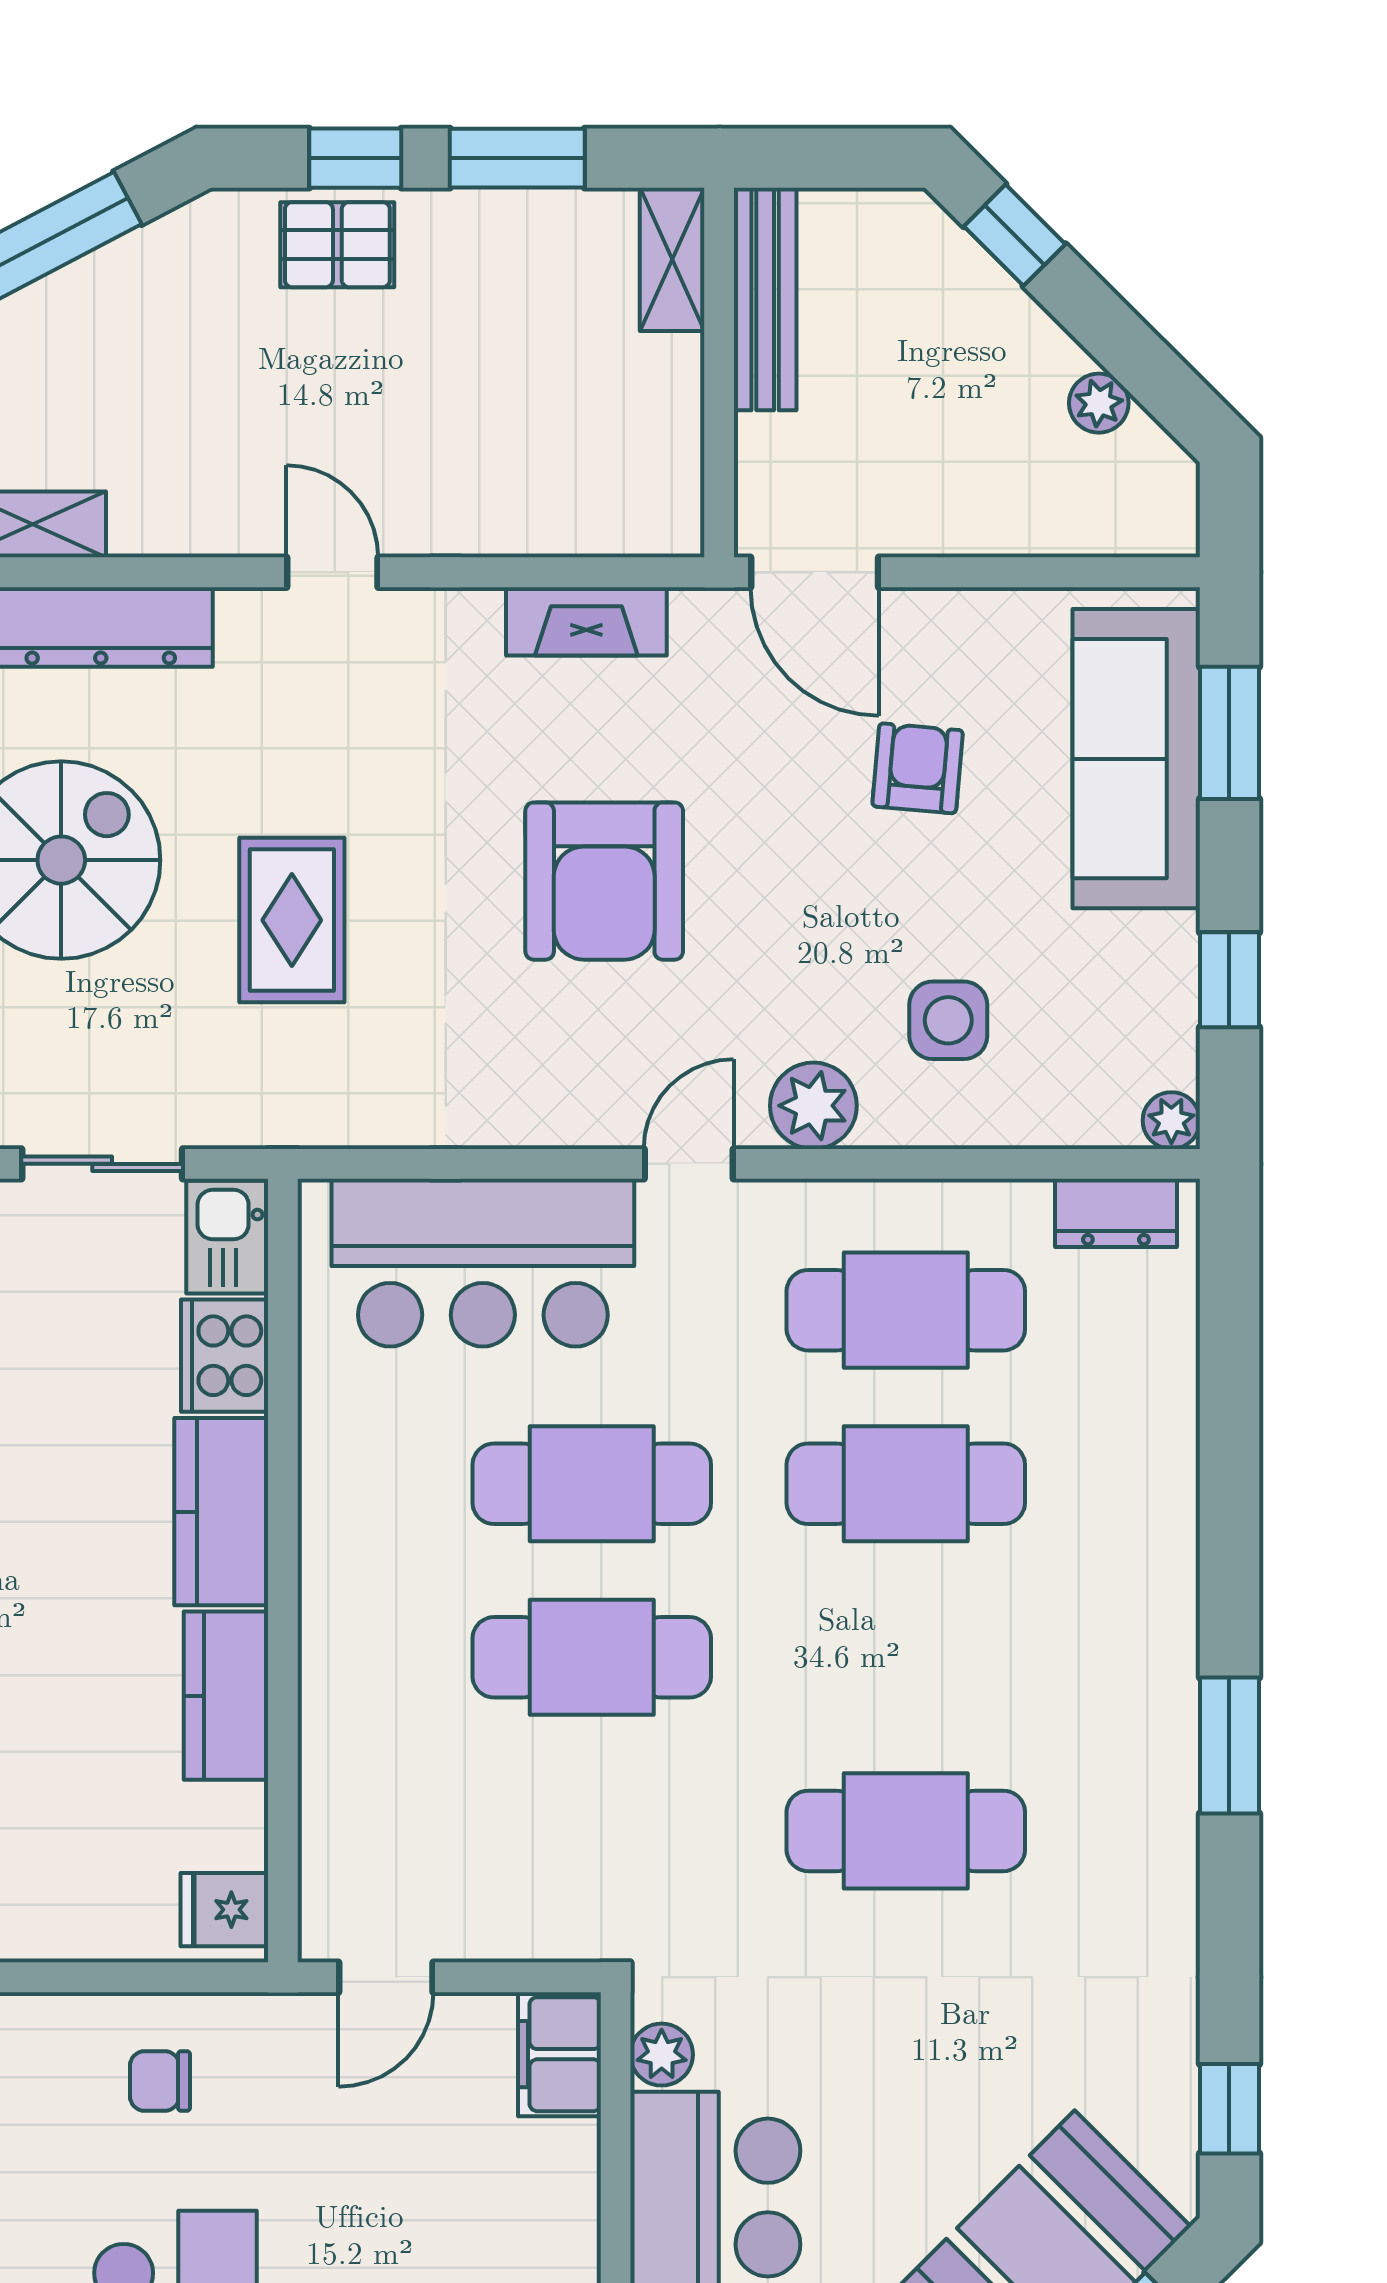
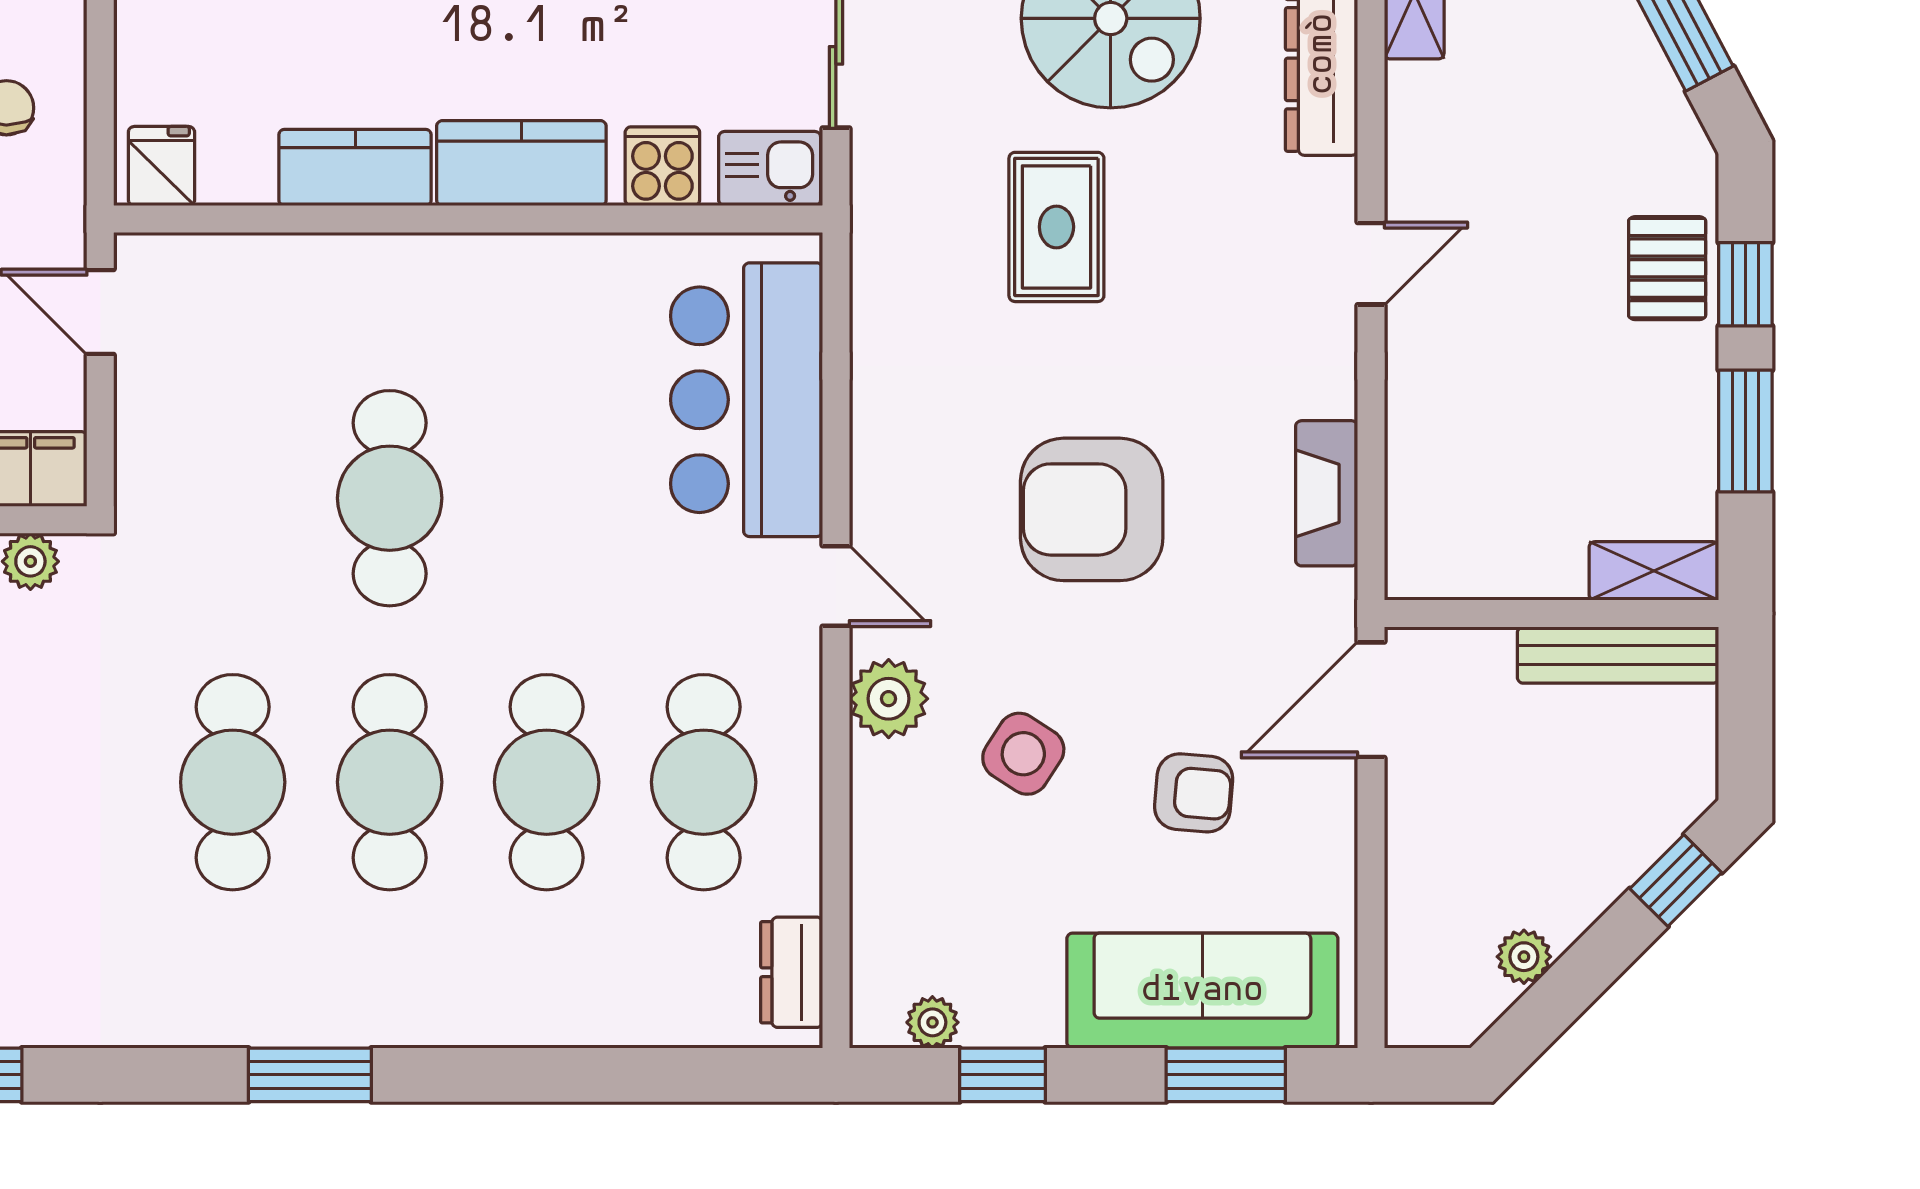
rug: (292, 920) -> (1056, 227), turned 90
side table: (948, 1020) -> (1023, 754), moved, turned 33
plant: (1171, 1121) -> (932, 1022), moved
cooker: (225, 1356) -> (662, 166), width x0.73
cafe table: (592, 1484) -> (390, 782), moved

